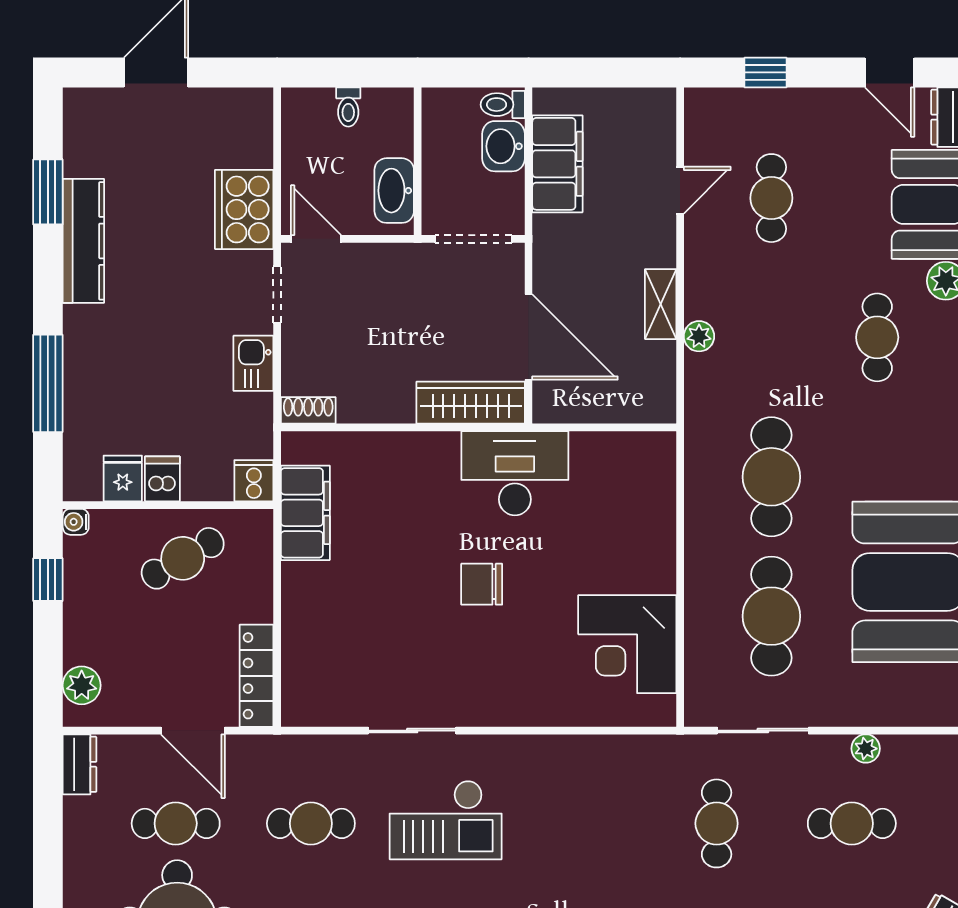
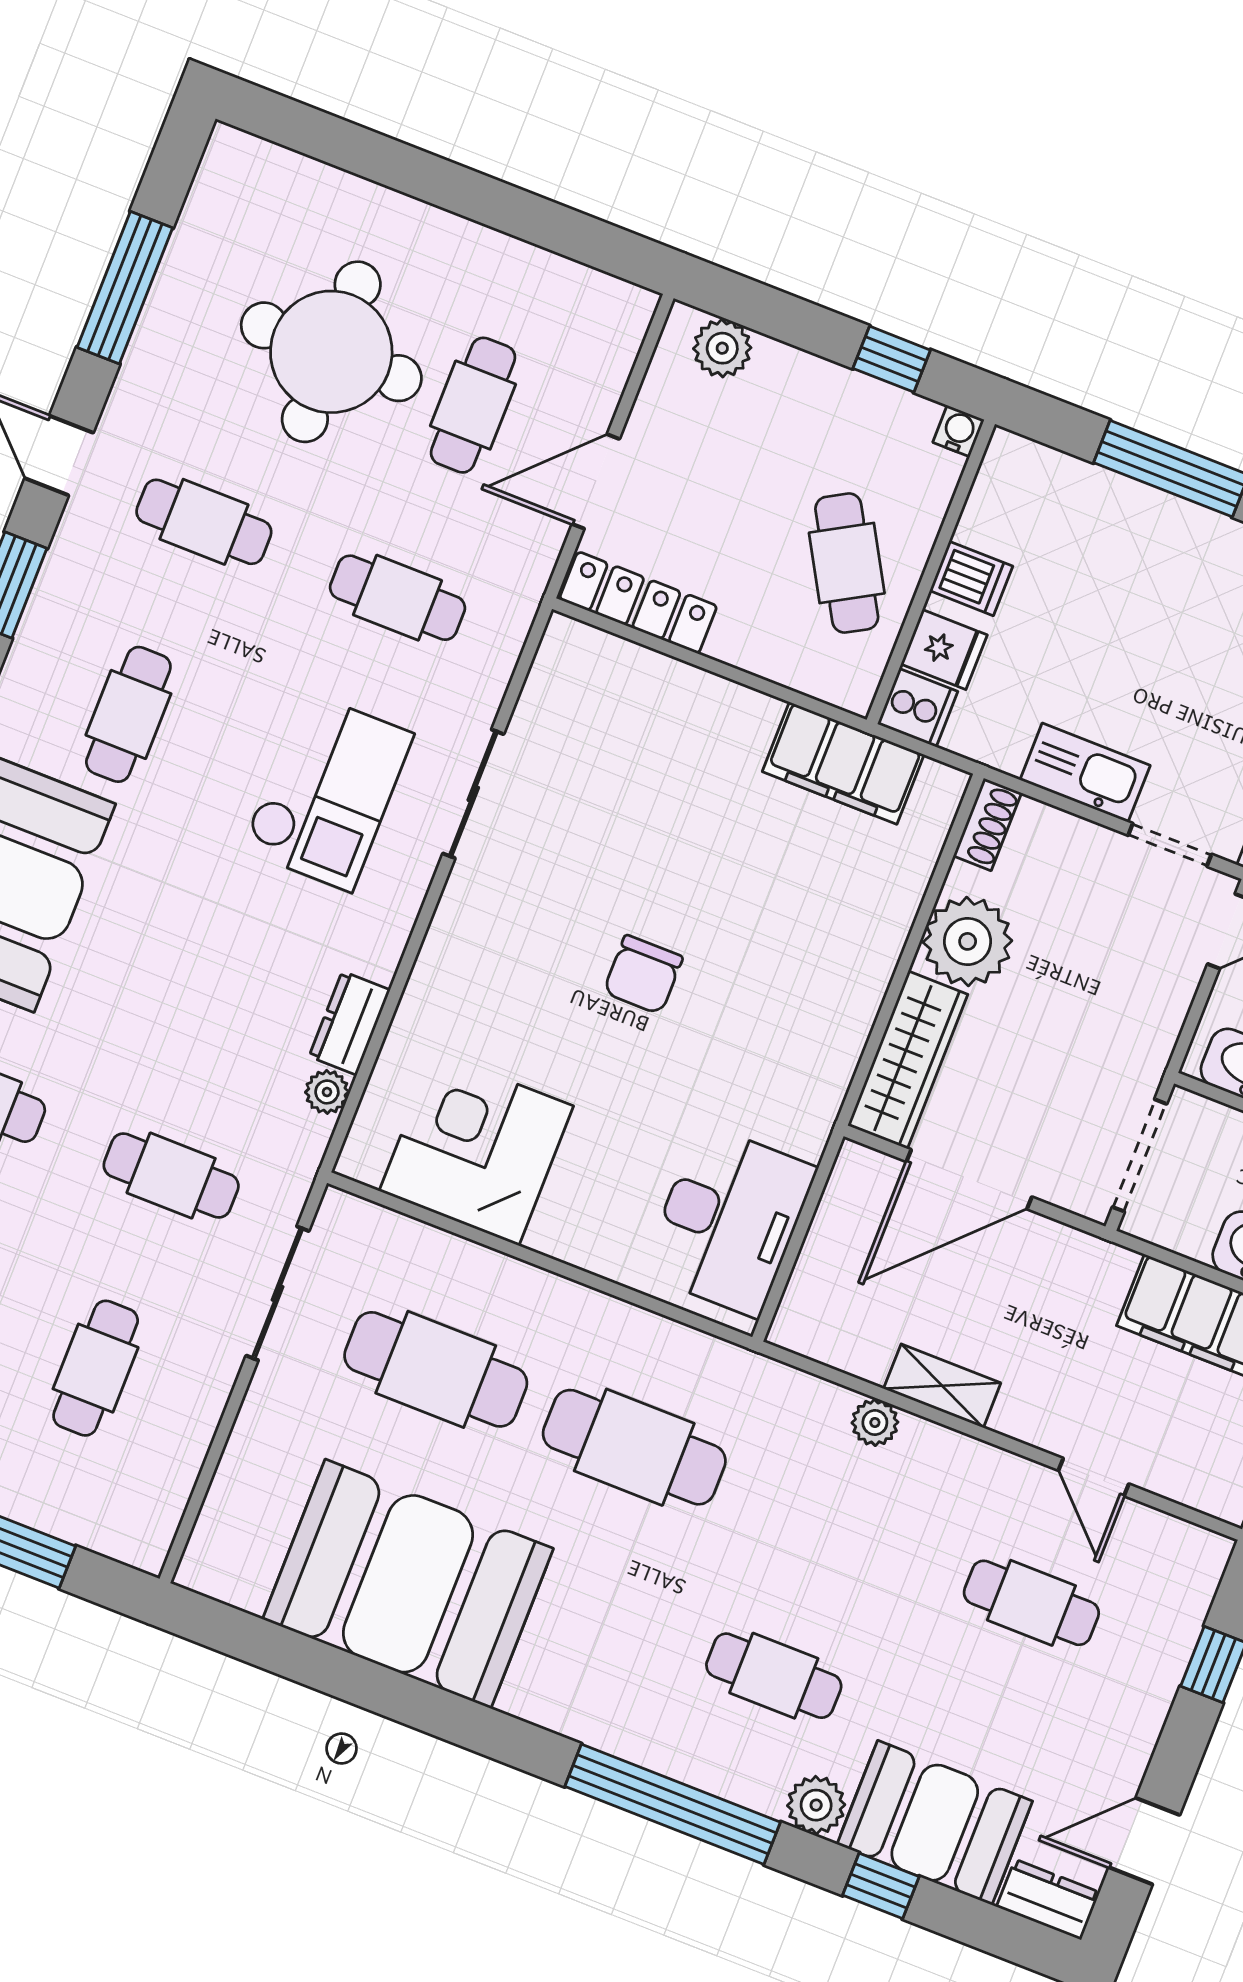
kitchen sink: (253, 363) -> (1085, 773), width x1.38
plant: (384, 395) -> (968, 941), added
desk: (515, 473) -> (729, 1220), moved
fridge: (123, 478) -> (944, 650), moved
chair: (482, 584) -> (643, 975), turned 180
plant: (866, 749) -> (327, 1092), moved
dresser: (80, 764) -> (350, 1023), moved, turned 90
checkout: (446, 820) -> (327, 792), turned 180
cafe table: (311, 823) -> (398, 598), turned 90

